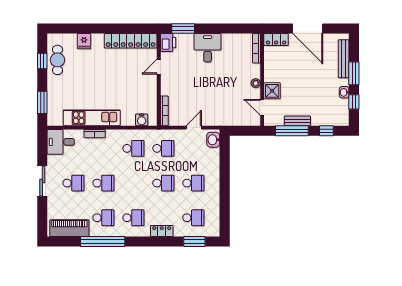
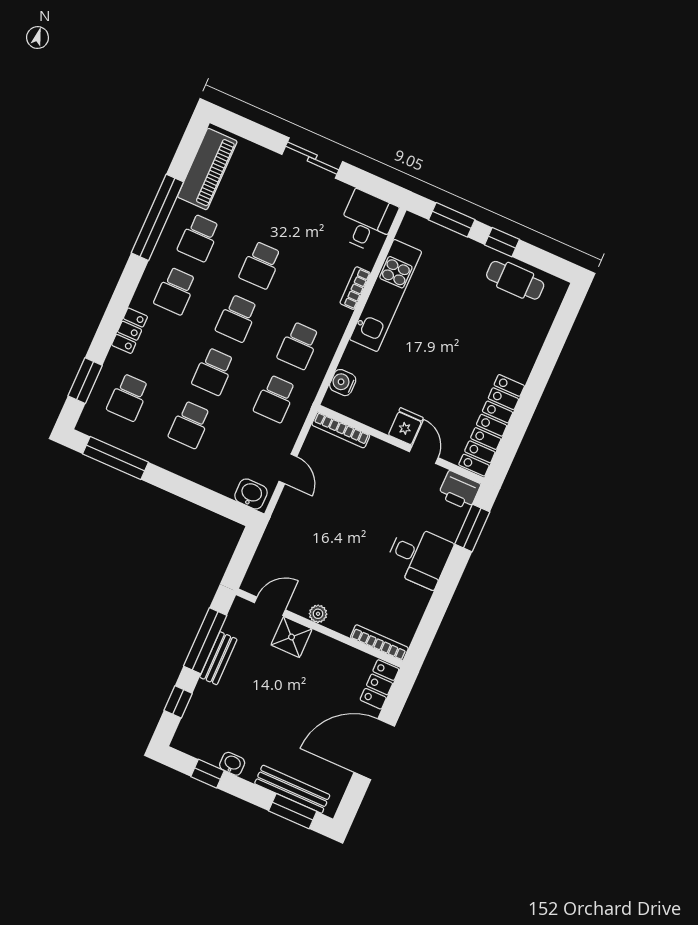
fridge: (84, 41) -> (406, 426), moved, turned 90
window: (42, 61) -> (502, 242), moved
window: (354, 73) -> (293, 811), moved
school desk: (74, 183) -> (237, 318), moved
window: (225, 211) -> (116, 458), added

